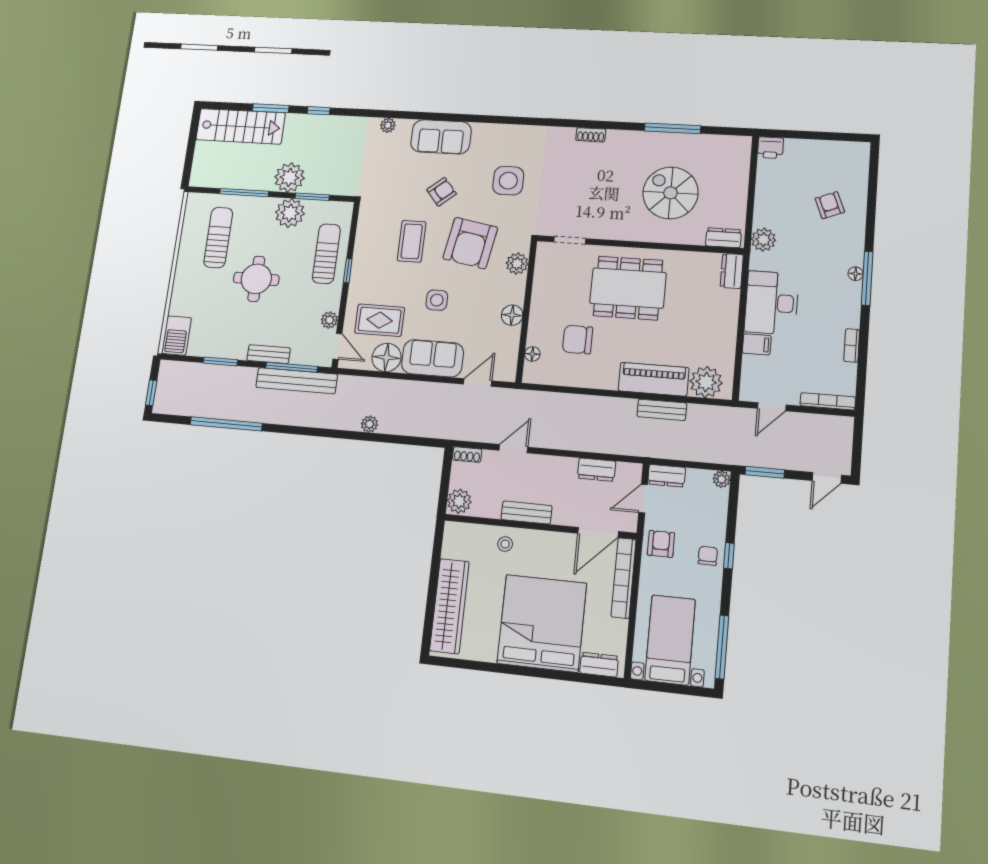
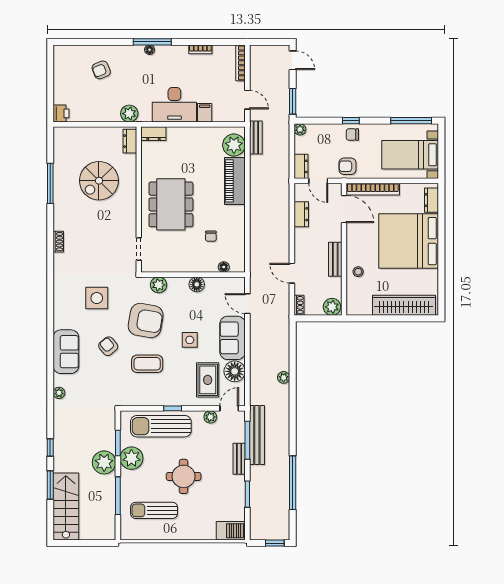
sun lounger: (326, 254) -> (161, 426), width x1.36, depth x1.34
chair: (578, 340) -> (211, 236), width x0.54, depth x0.54
bench: (662, 410) -> (256, 137), moved

